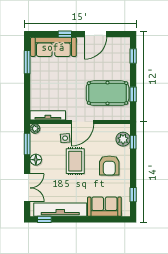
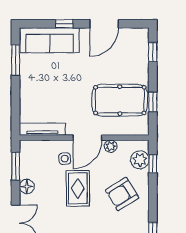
plant: (35, 129) -> (111, 146), moved
armchair: (109, 165) -> (122, 194), turned 58

